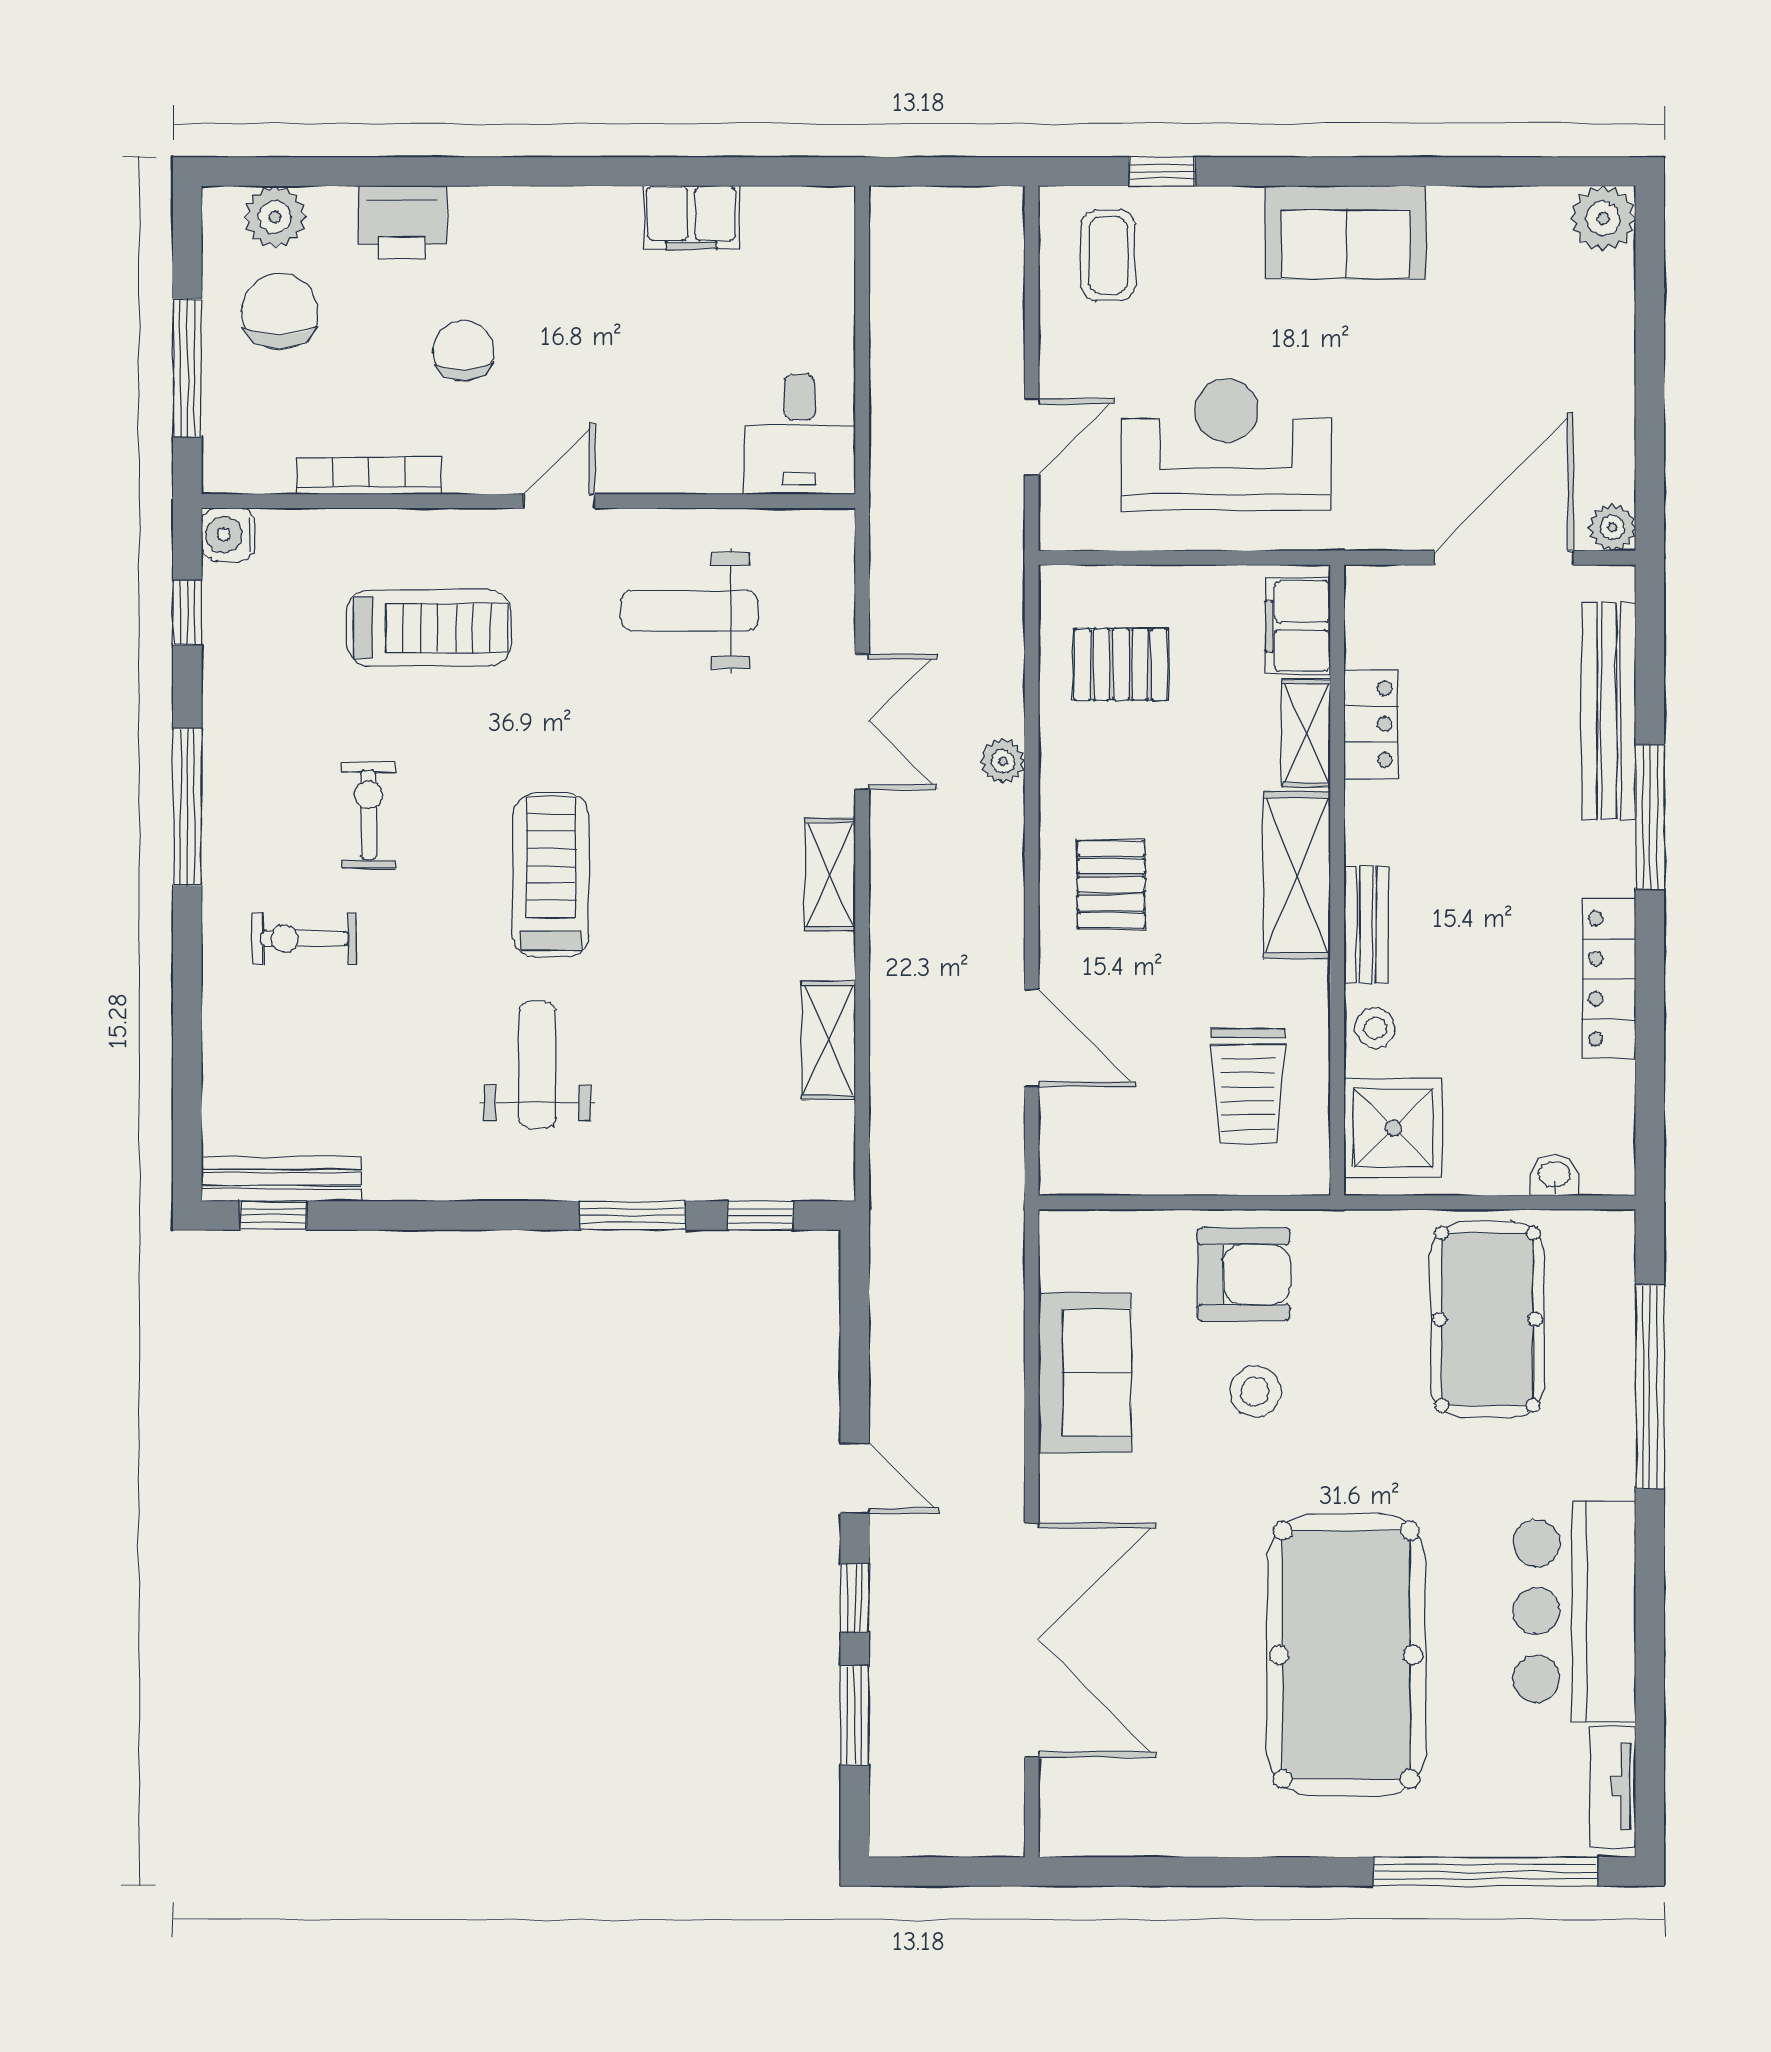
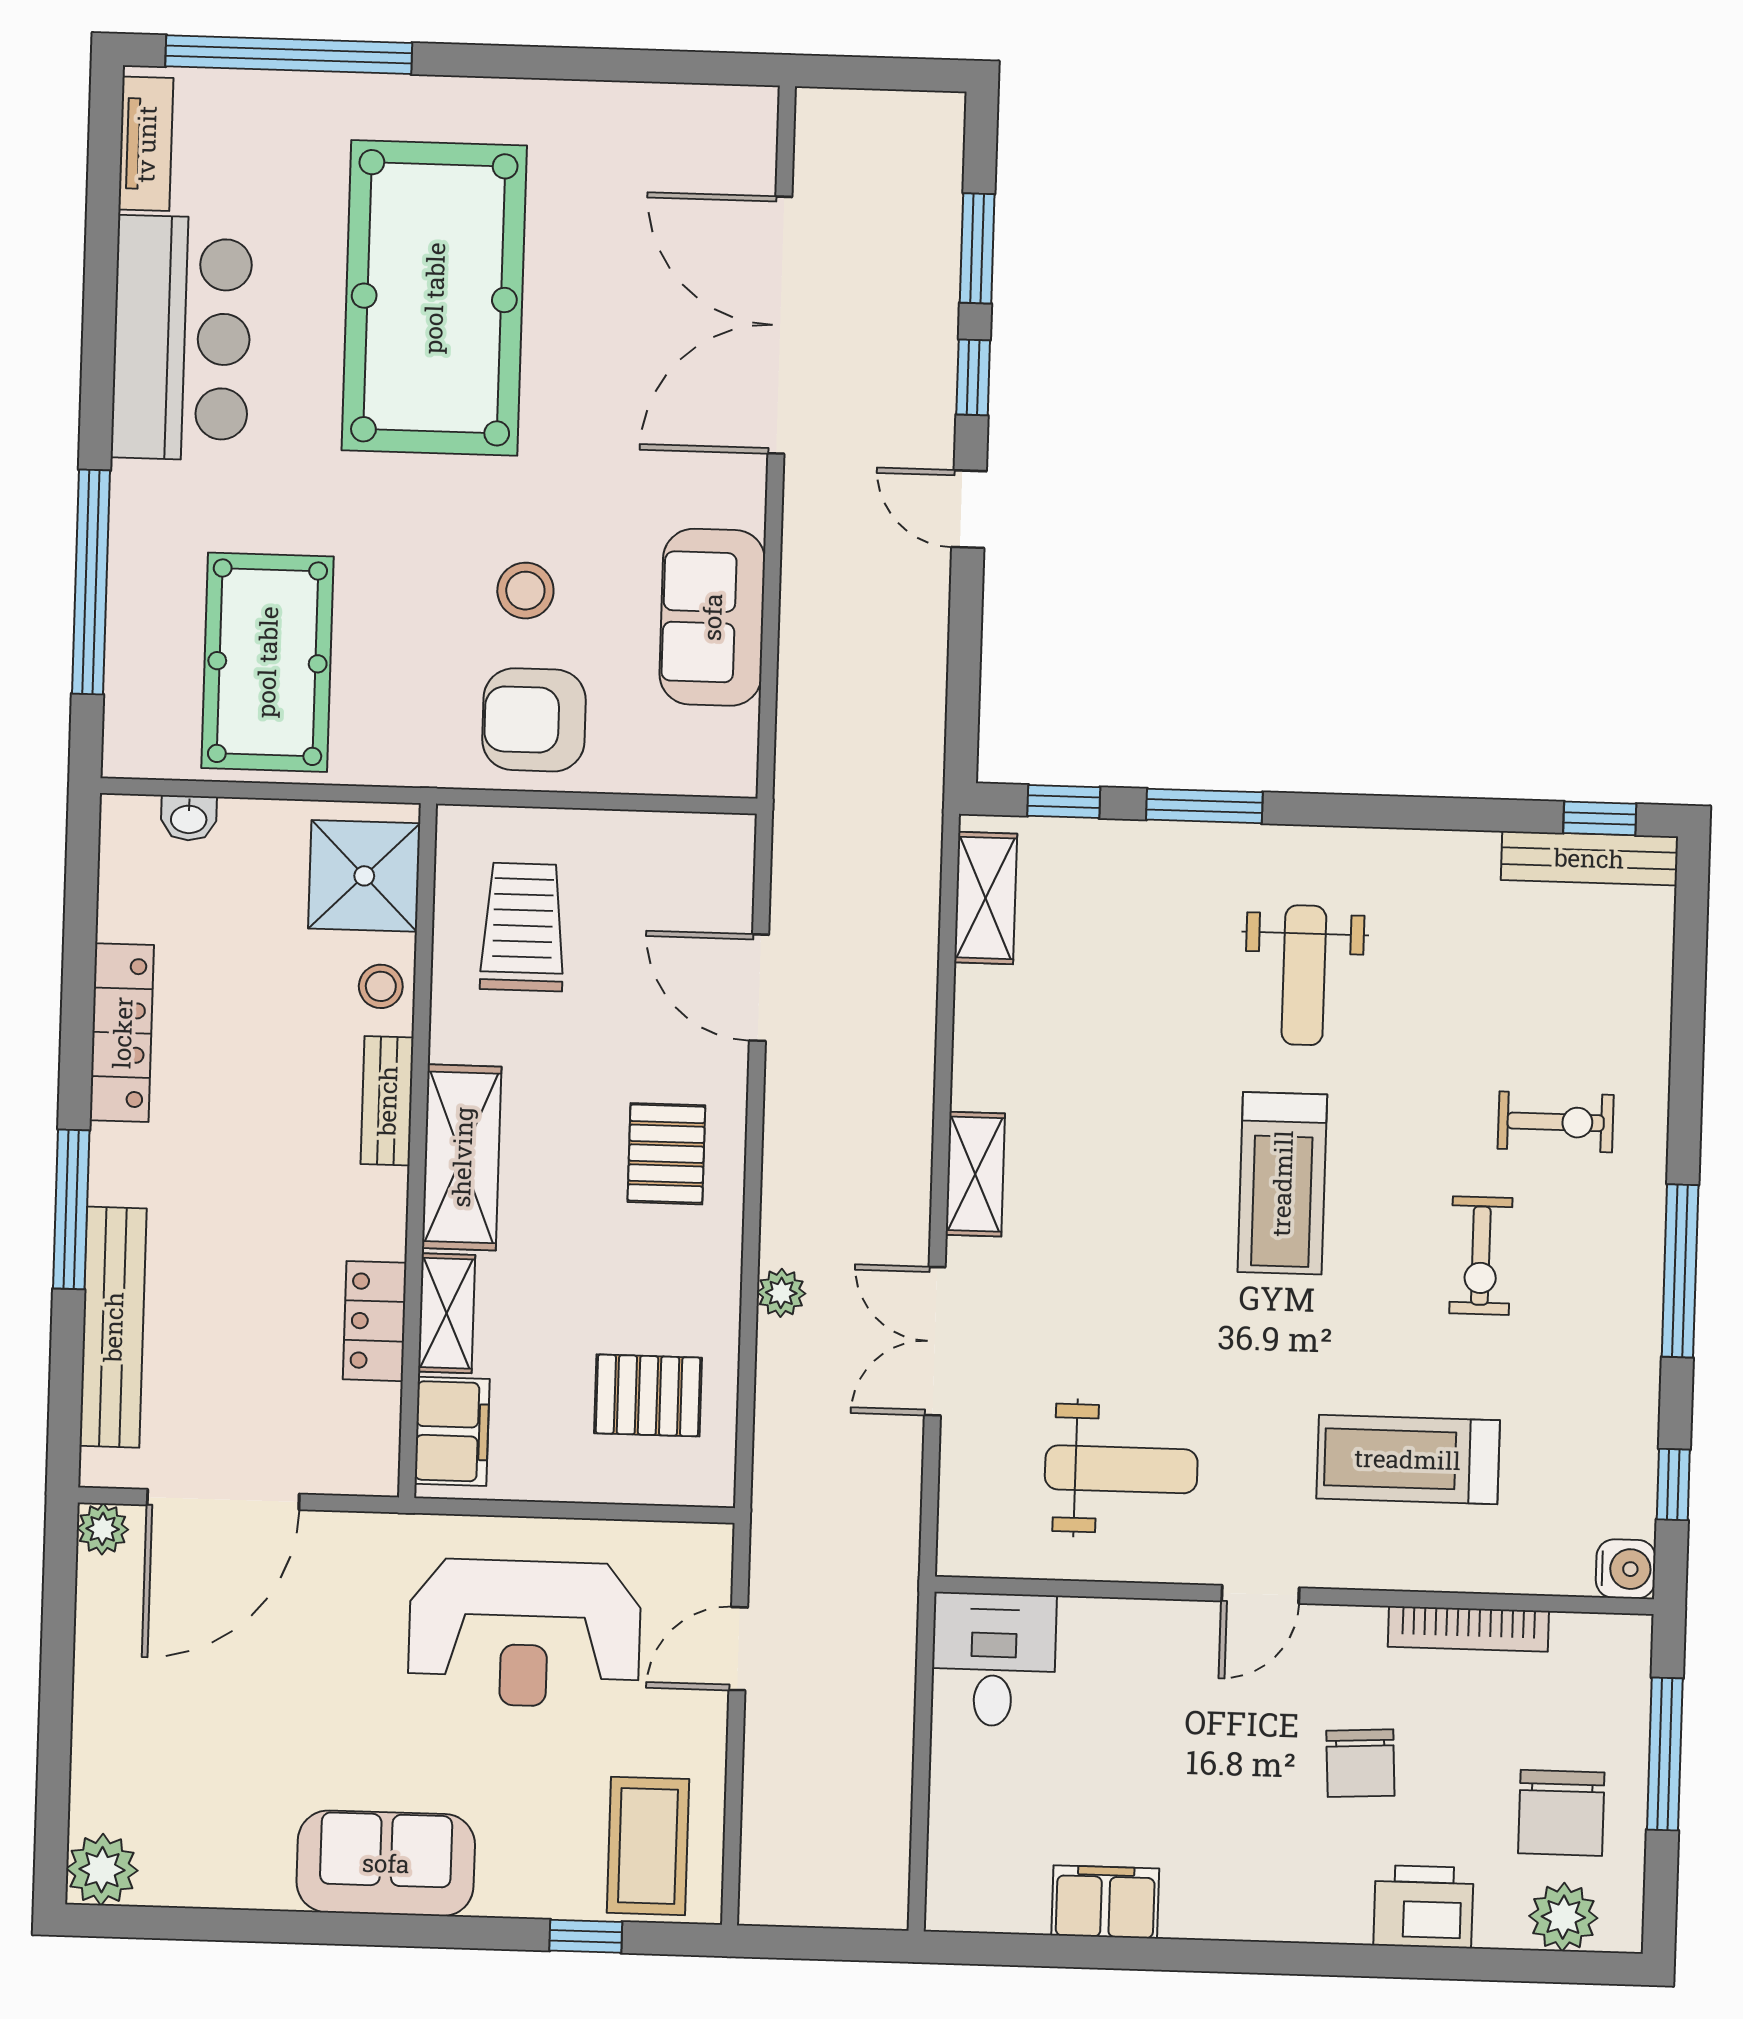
coffee table: (1108, 255) -> (648, 1846), width x1.36, depth x1.30
shelving: (829, 1041) -> (986, 898), moved

